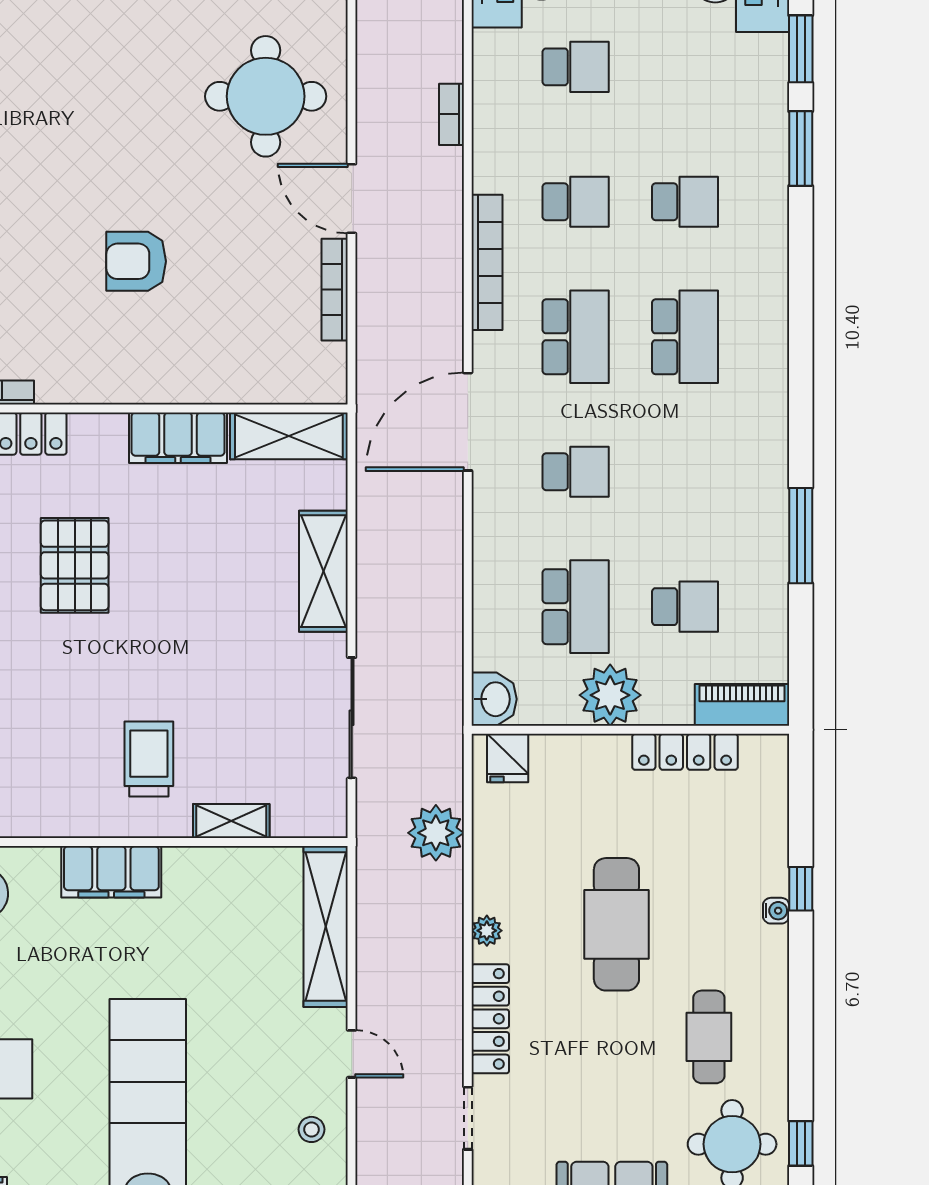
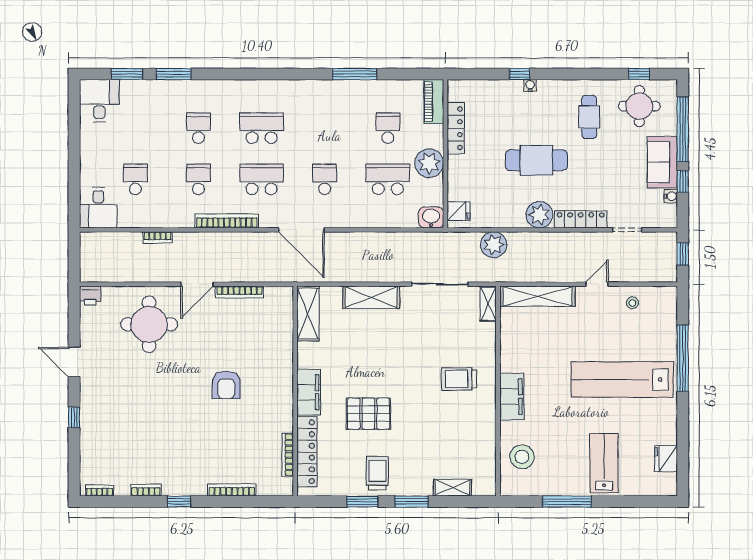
filing cabinet: (178, 438) -> (309, 392), moved
shelving: (231, 821) -> (488, 304), moved
plant: (487, 931) -> (539, 215), width x1.87, depth x1.87
cafe table: (709, 1037) -> (589, 117), turned 90

